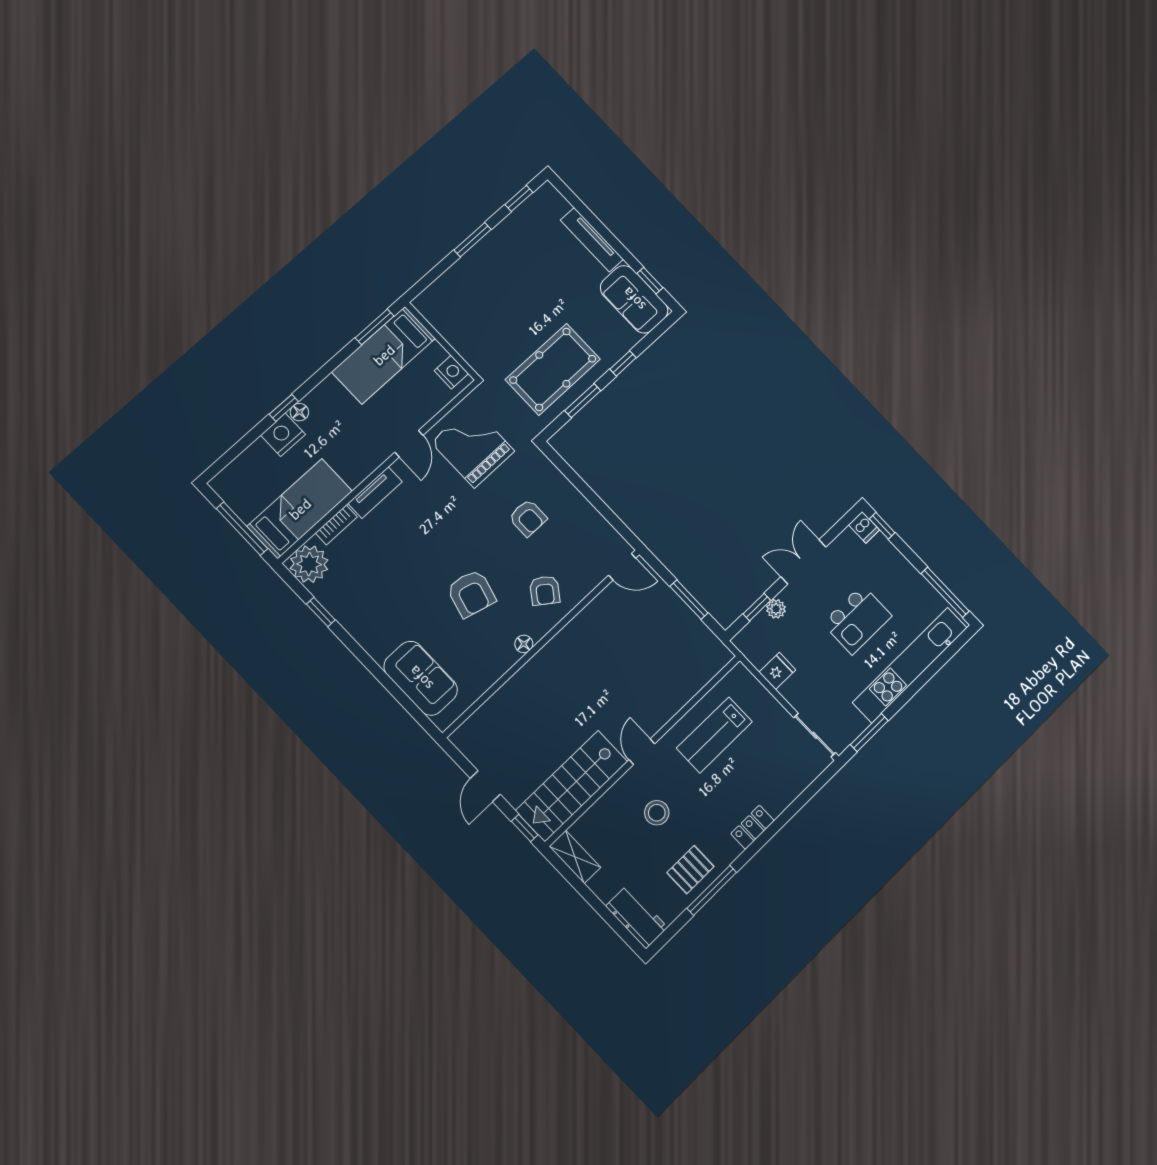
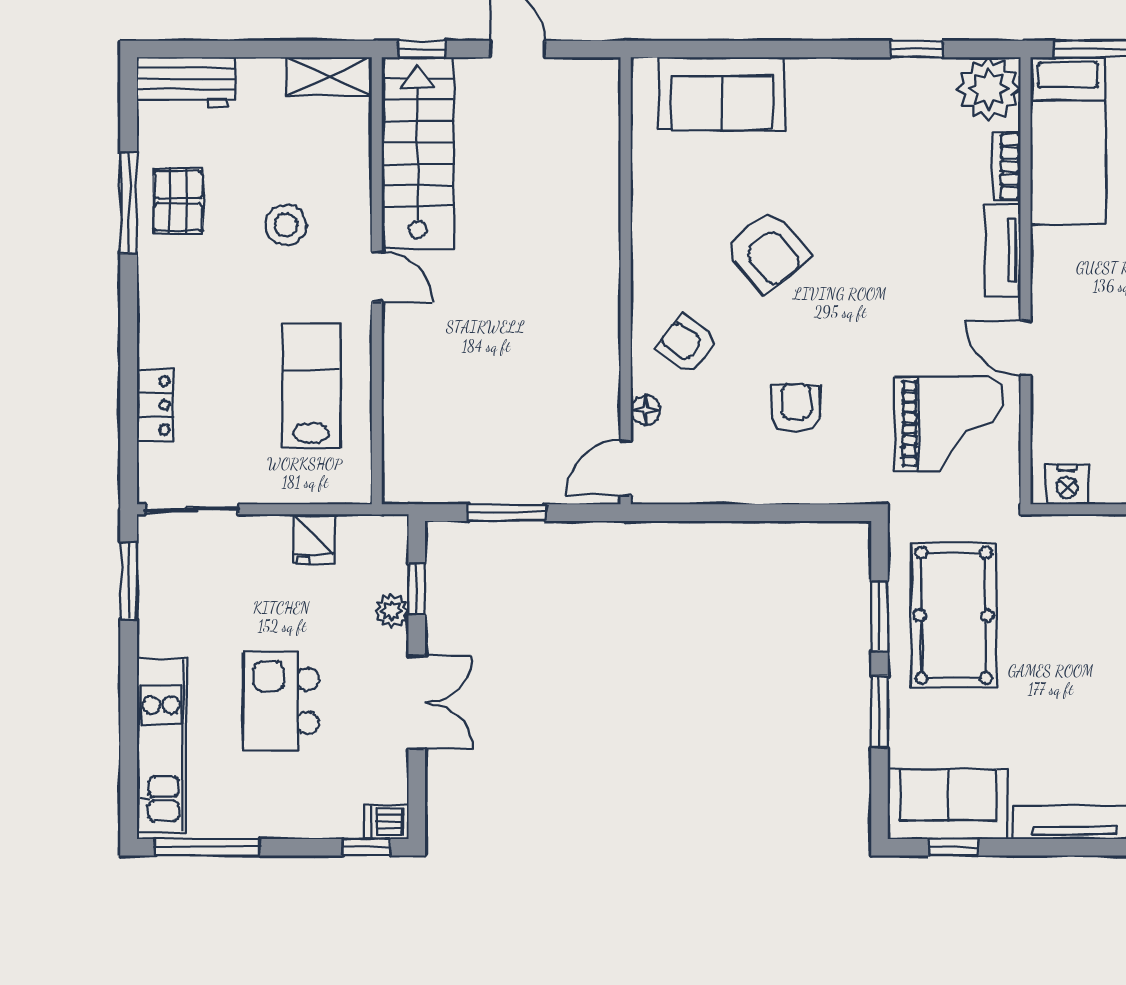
window: (623, 363) -> (879, 712), width x1.50
armchair: (528, 518) -> (796, 408), turned 90
armchair: (471, 593) -> (768, 251), turned -144
floor lamp: (524, 644) -> (645, 410), moved
kitchen unit: (910, 665) -> (161, 745), width x0.73
locker: (753, 827) -> (155, 405), moved

